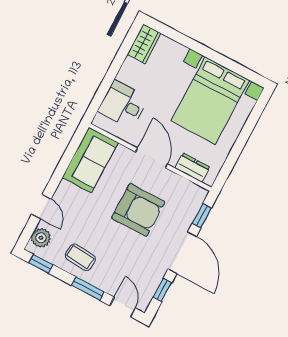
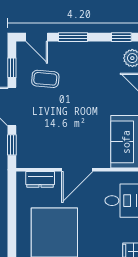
door: (151, 158) -> (77, 170), hinge flipped
armchair: (138, 210) -> (66, 122), removed
coffee table: (80, 257) -> (45, 79), moved

